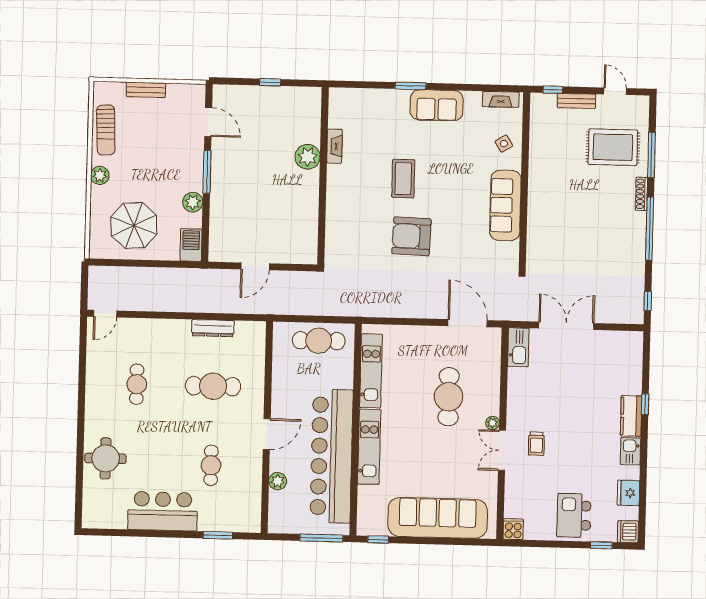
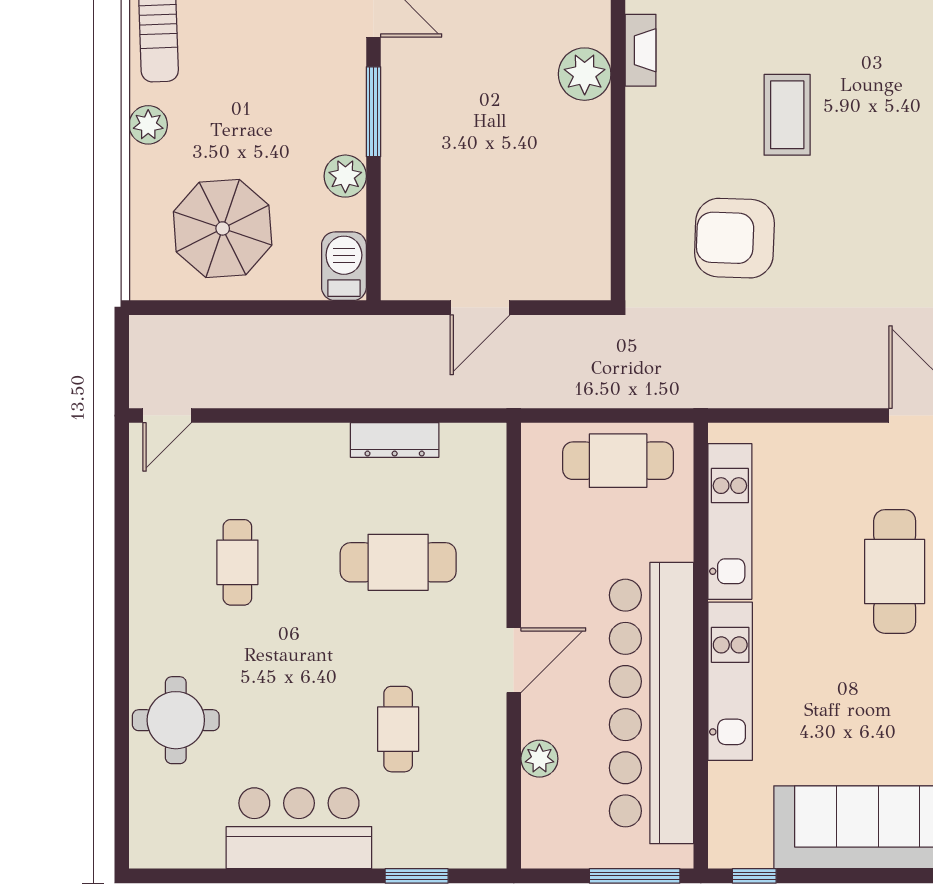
armchair: (411, 236) -> (734, 238), moved

